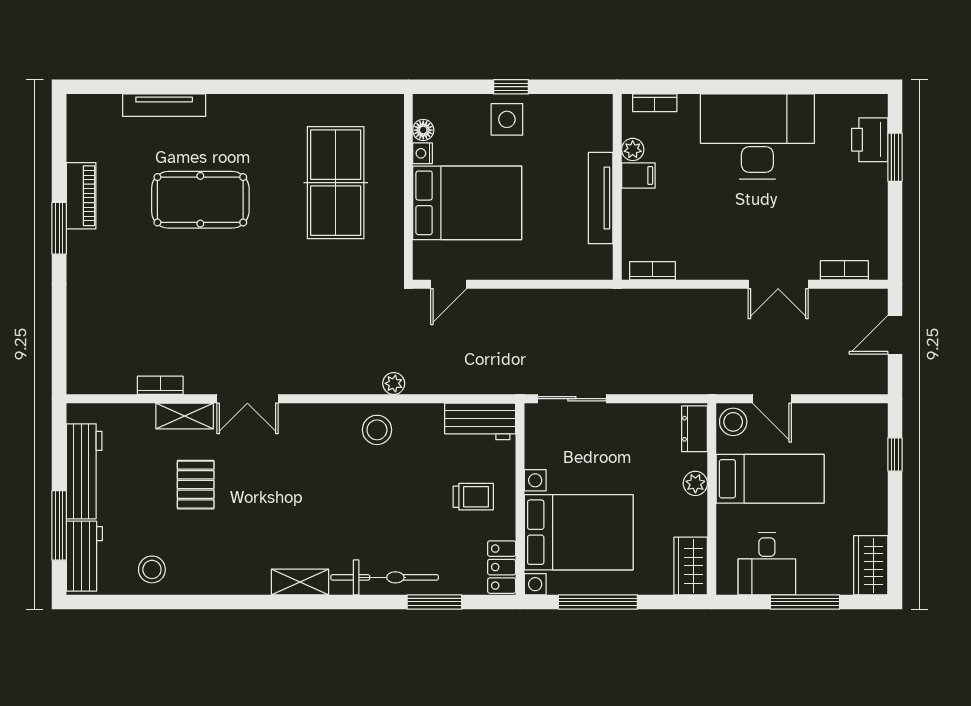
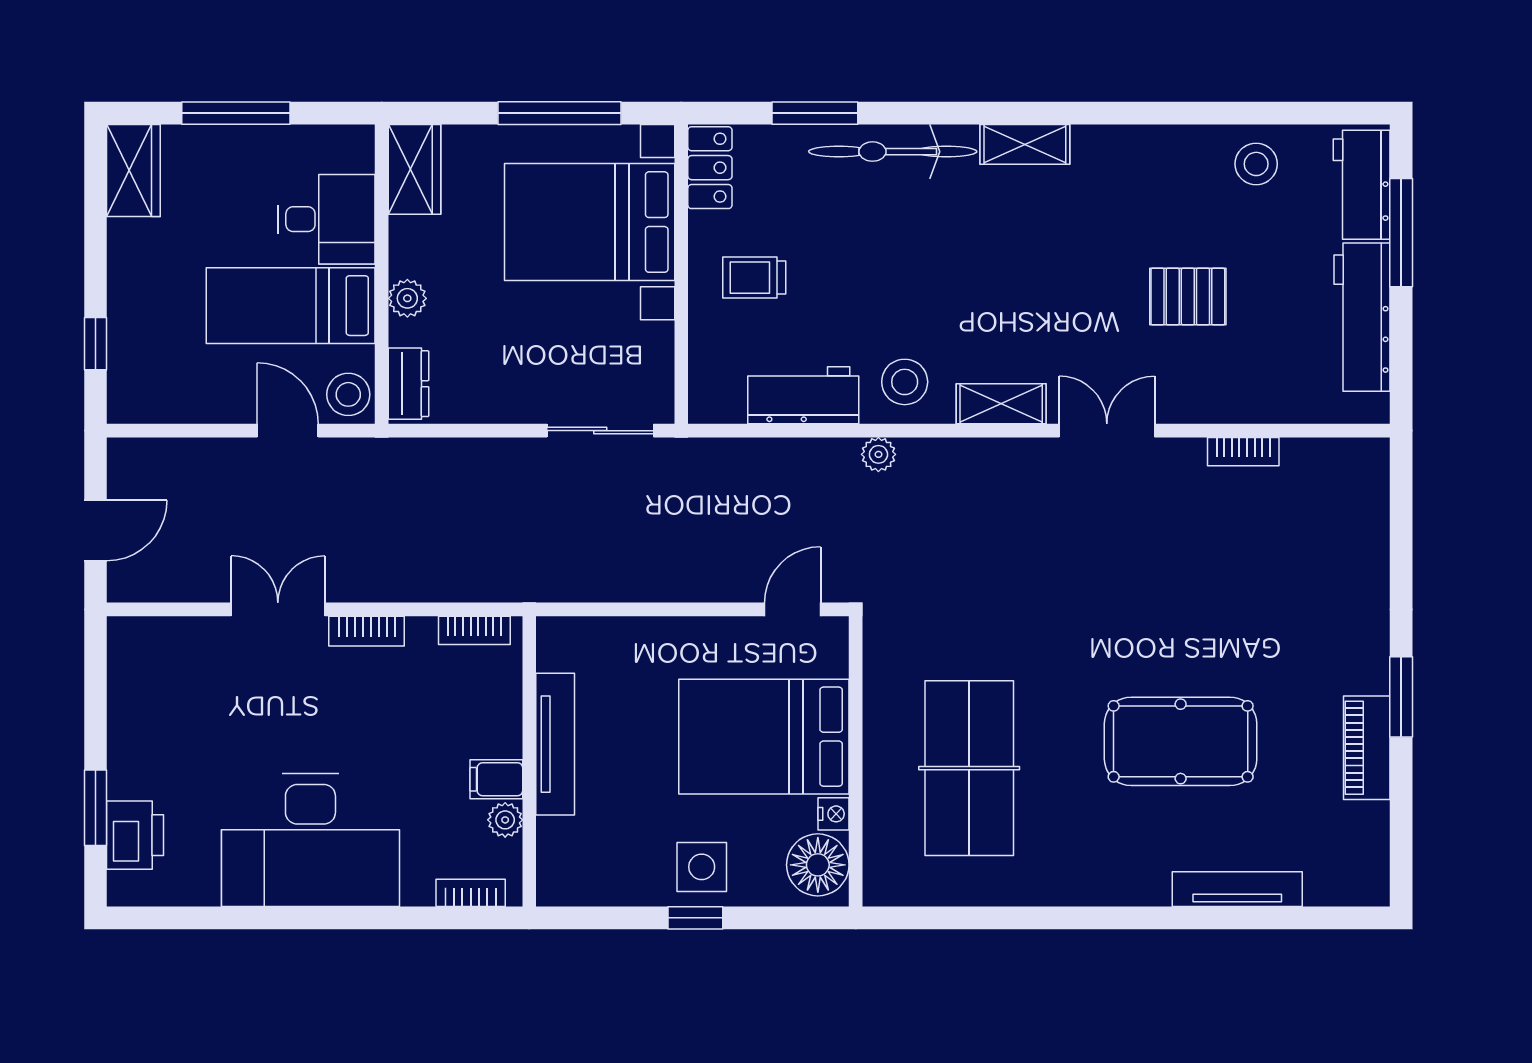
floor lamp: (423, 130) -> (818, 865), width x1.89, depth x1.89
bookcase: (844, 270) -> (367, 631), moved
shelving: (185, 416) -> (1001, 404), moved
workbench: (480, 421) -> (803, 395), moved
pallet: (196, 485) -> (1188, 297), turned 90
desk: (767, 564) -> (327, 219), moved, turned 90

